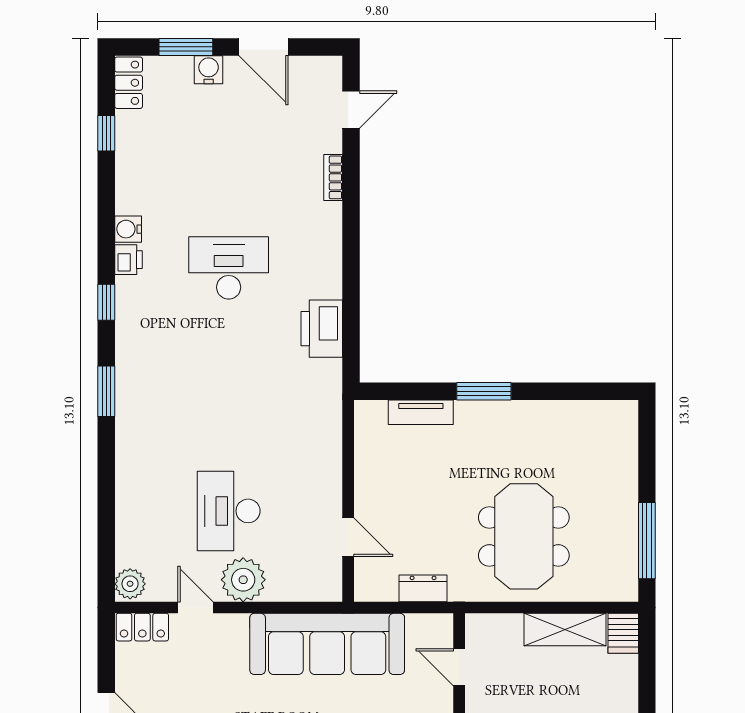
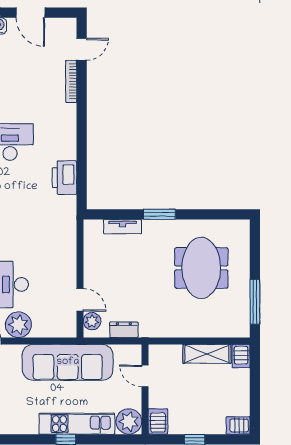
bookcase: (333, 177) -> (71, 81), width x1.56
meeting table: (524, 536) -> (201, 268), moved
plant: (369, 574) -> (92, 321), added

